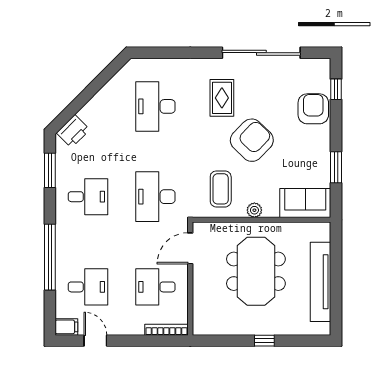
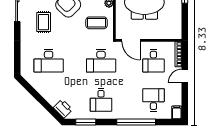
rug: (222, 98) -> (44, 22), turned 90
desk: (88, 197) -> (101, 100), turned 180
door: (95, 341) -> (185, 76), moved

